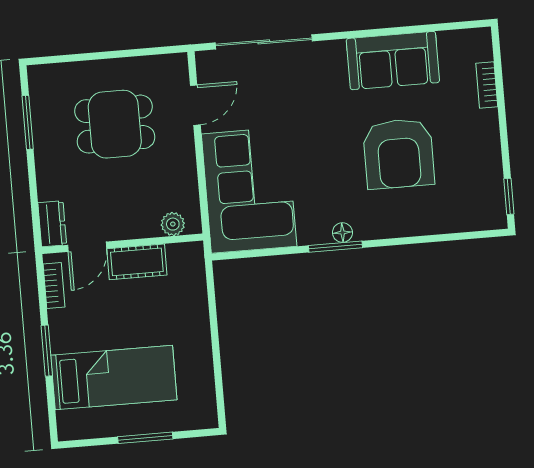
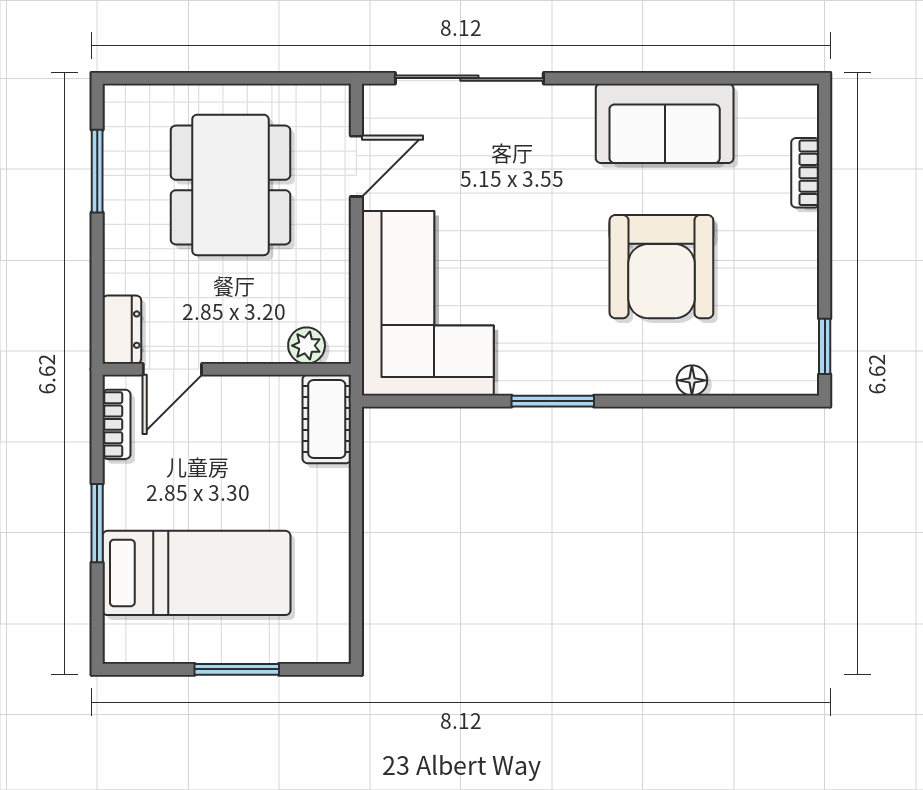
dining table: (115, 124) -> (230, 185), width x1.38
floor lamp: (342, 233) -> (692, 380), moved
cot: (137, 262) -> (327, 419), moved, turned 90

